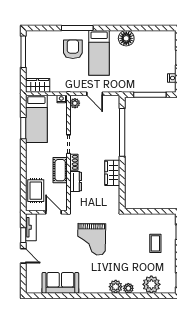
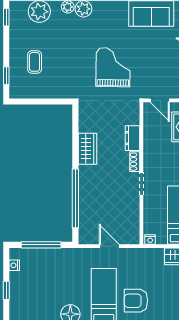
armchair: (73, 49) -> (136, 301), turned 90
plant: (75, 103) -> (133, 234), removed
cot: (60, 170) -> (152, 152), removed

